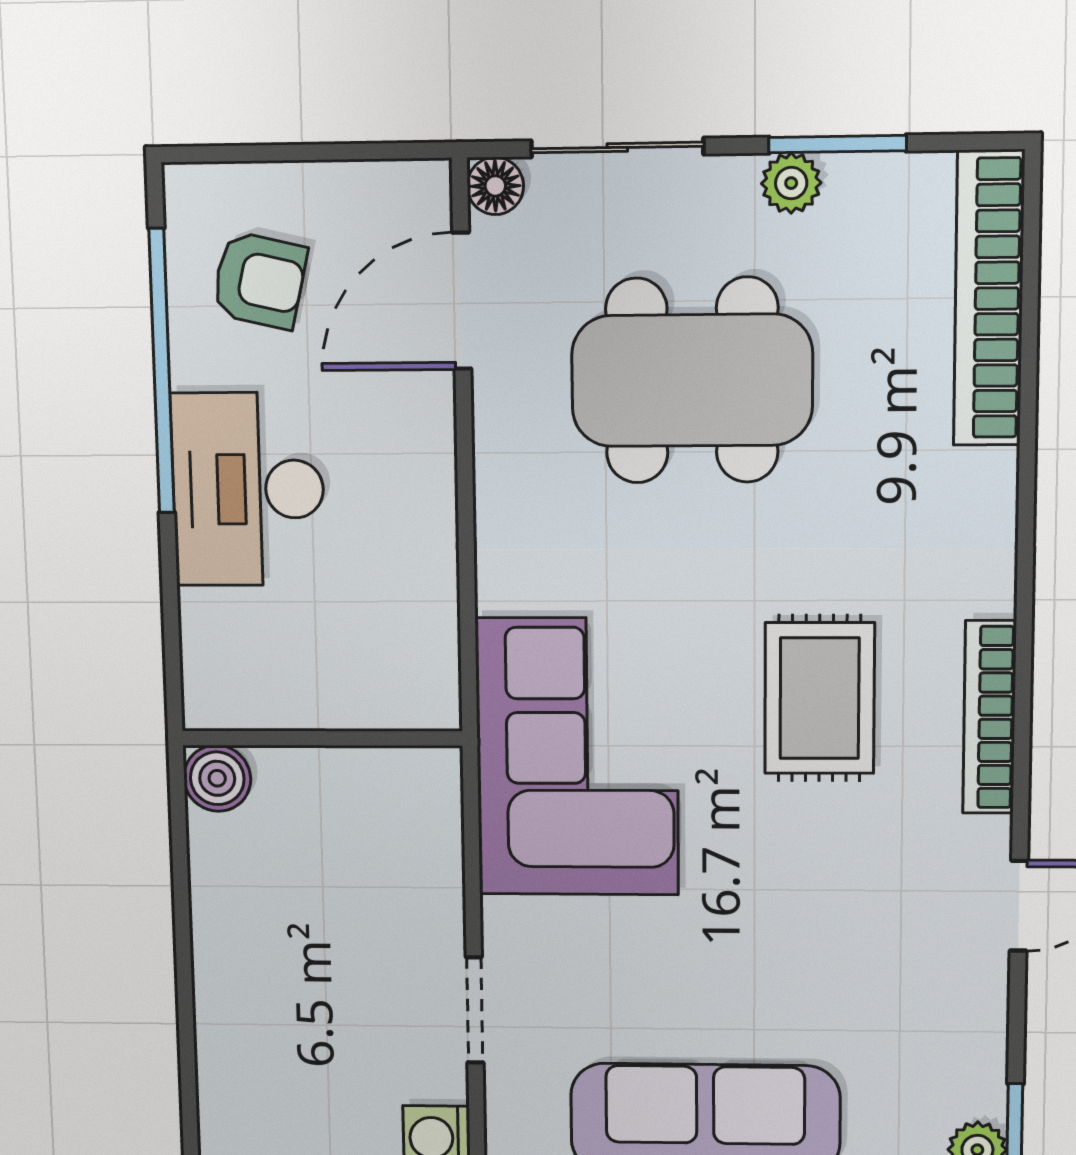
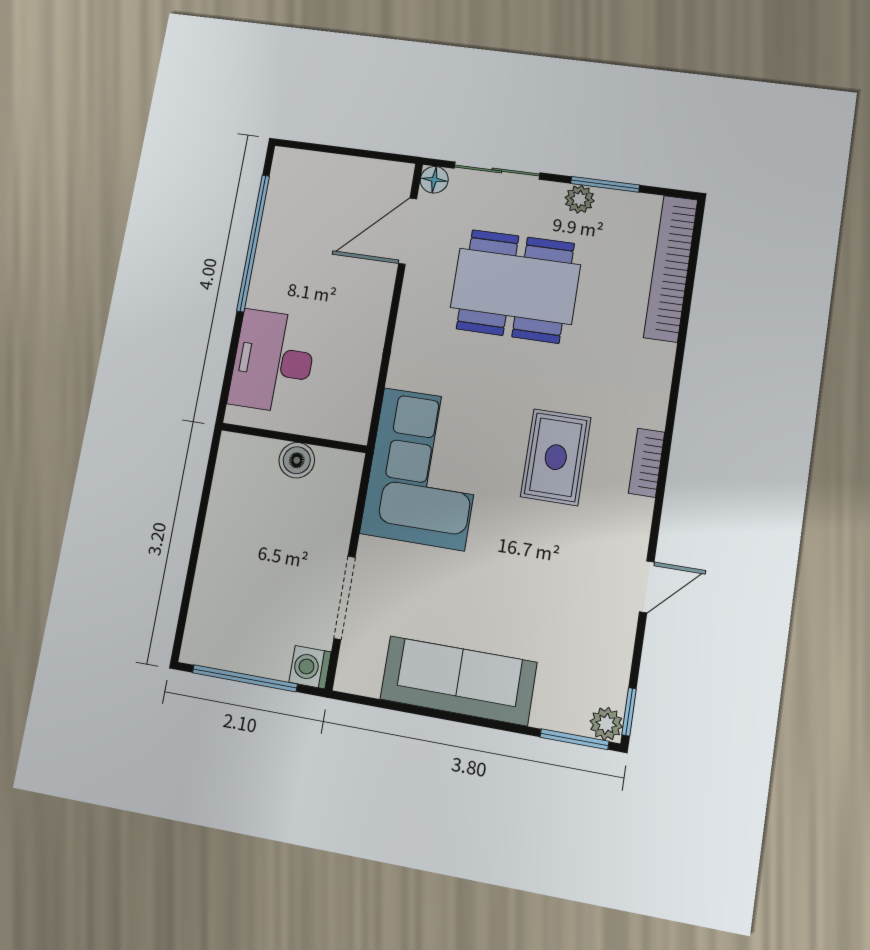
armchair: (259, 280) -> (310, 207), removed
desk: (248, 489) -> (273, 361), moved
bookcase: (989, 717) -> (647, 463), width x0.64
boiler: (217, 778) -> (297, 460), moved
doorway: (475, 1010) -> (344, 598), width x1.38

